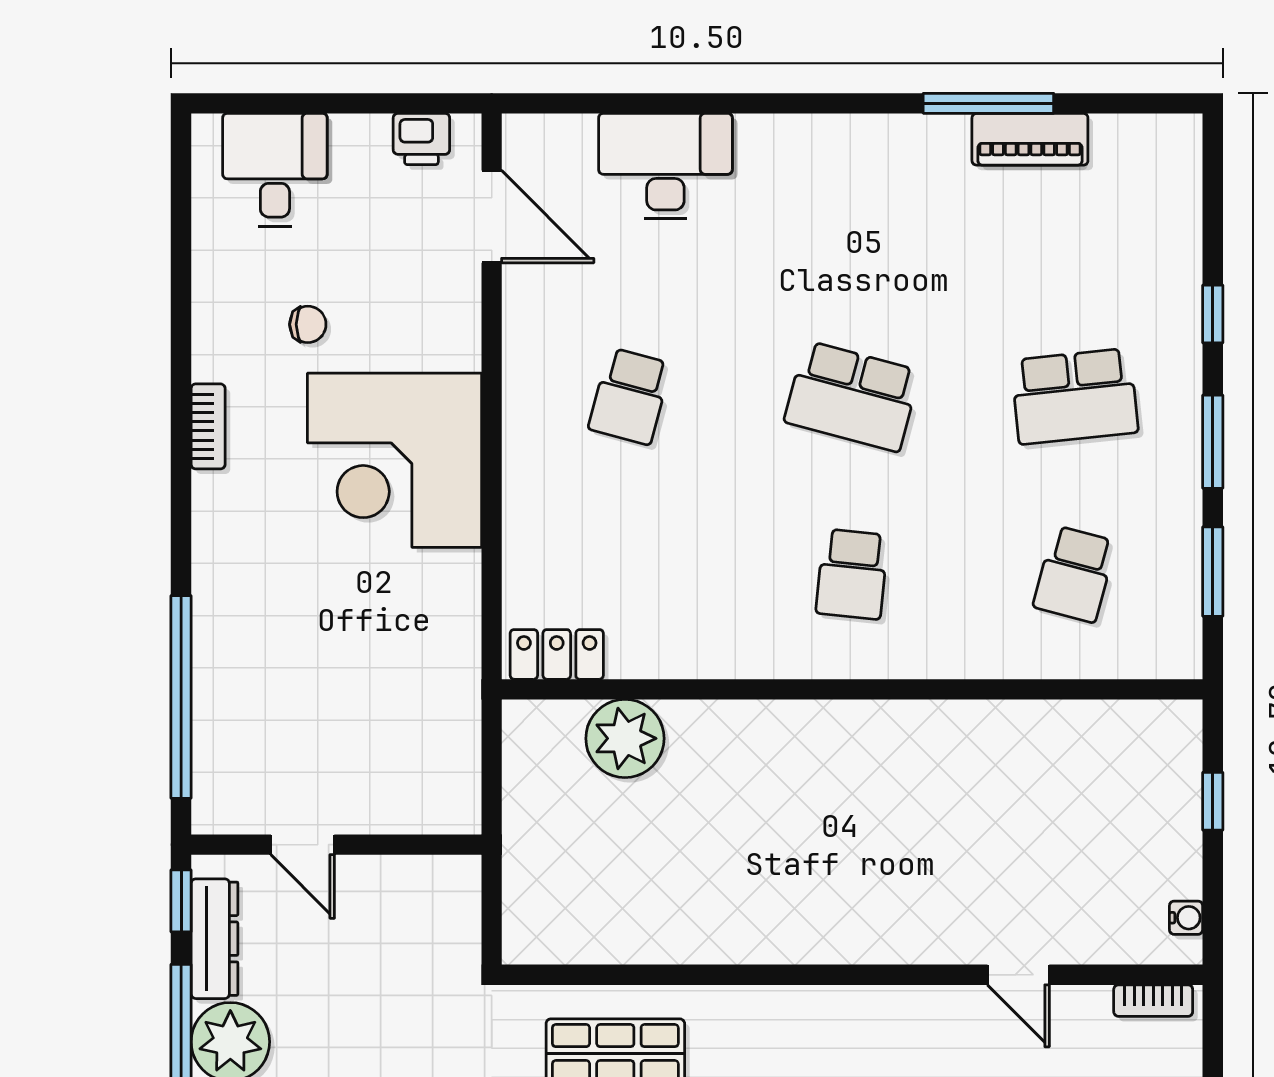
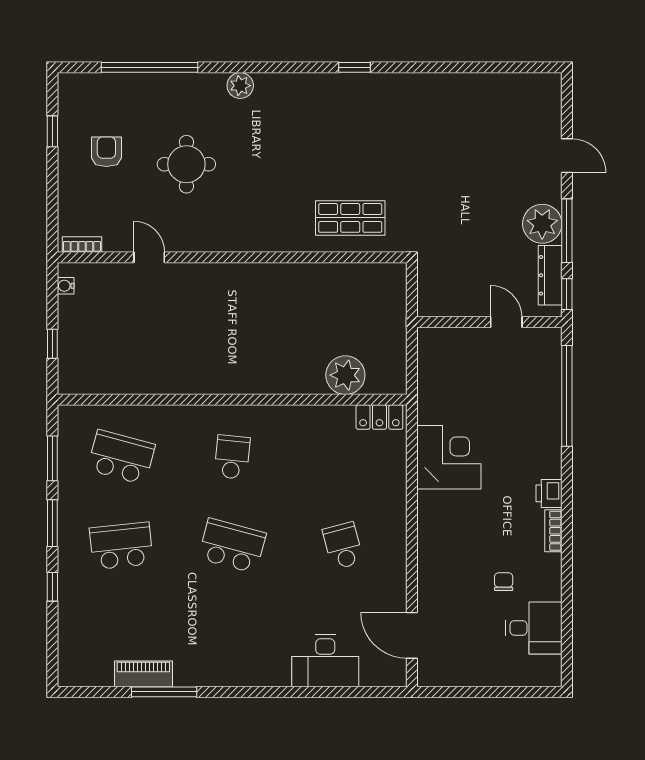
printer: (421, 139) -> (549, 493), moved, turned -90
desk: (275, 170) -> (534, 628), moved, turned -90
chair: (308, 324) -> (504, 582), turned 90
school desk: (630, 396) -> (343, 546), turned -30
corner desk: (394, 460) -> (449, 457), moved, width x0.74, depth x0.74
school desk: (1075, 574) -> (121, 457), width x1.85

